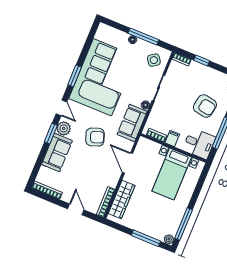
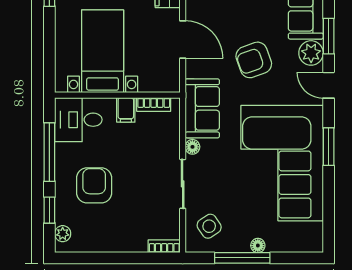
window: (202, 61) -> (130, 258), removed
armchair: (205, 106) -> (94, 185), turned 80

